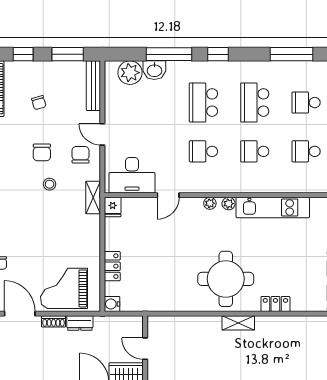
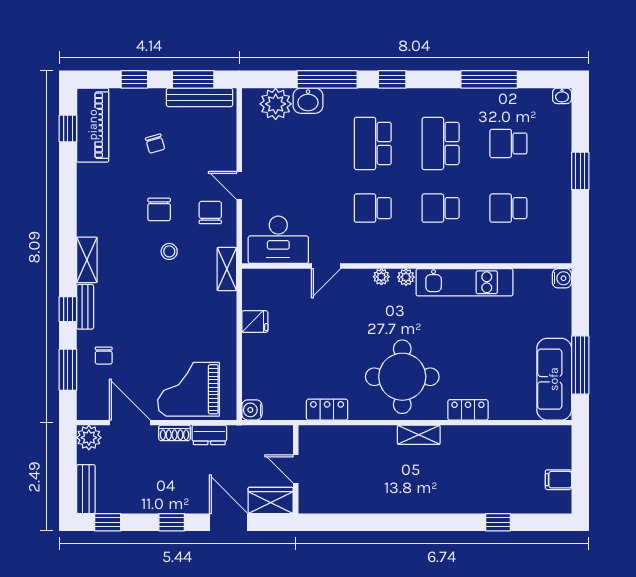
bench: (93, 86) -> (199, 97), moved, turned 90
fridge: (113, 207) -> (255, 322), moved, turned -90
locker: (112, 266) -> (327, 410), moved, turned -90

